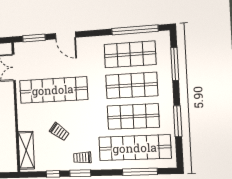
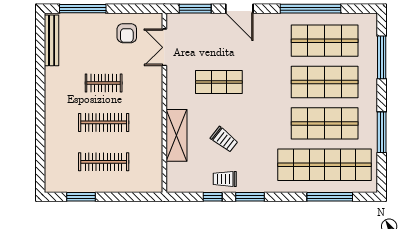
window: (135, 30) -> (310, 9), moved
shop shelf: (53, 90) -> (219, 82), width x0.50, depth x0.74
shelving: (26, 150) -> (176, 135), moved
trolley: (82, 158) -> (225, 179), moved

